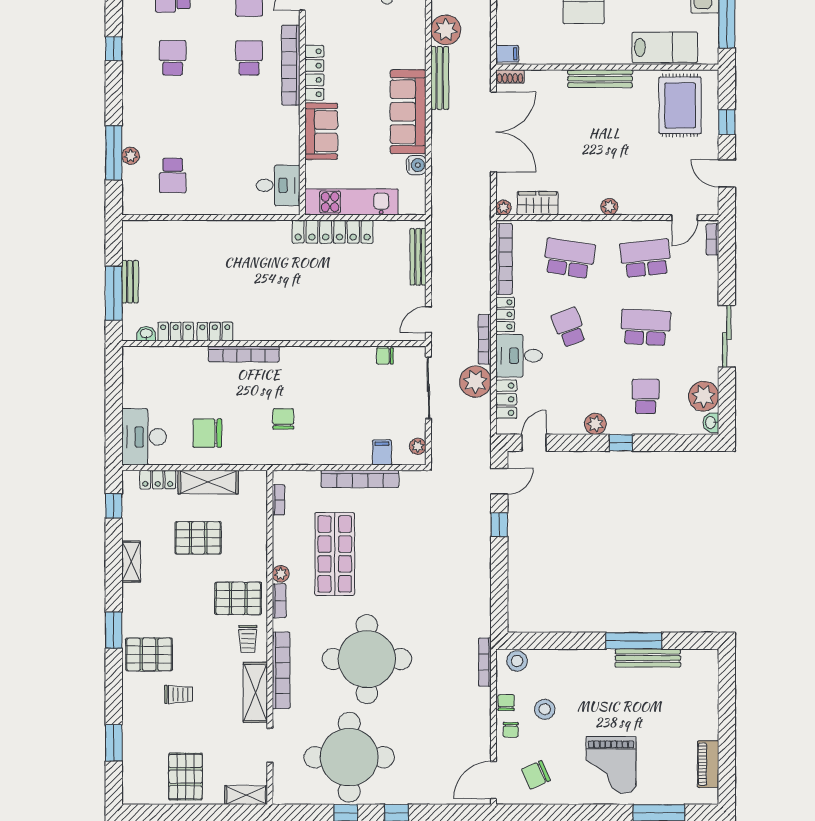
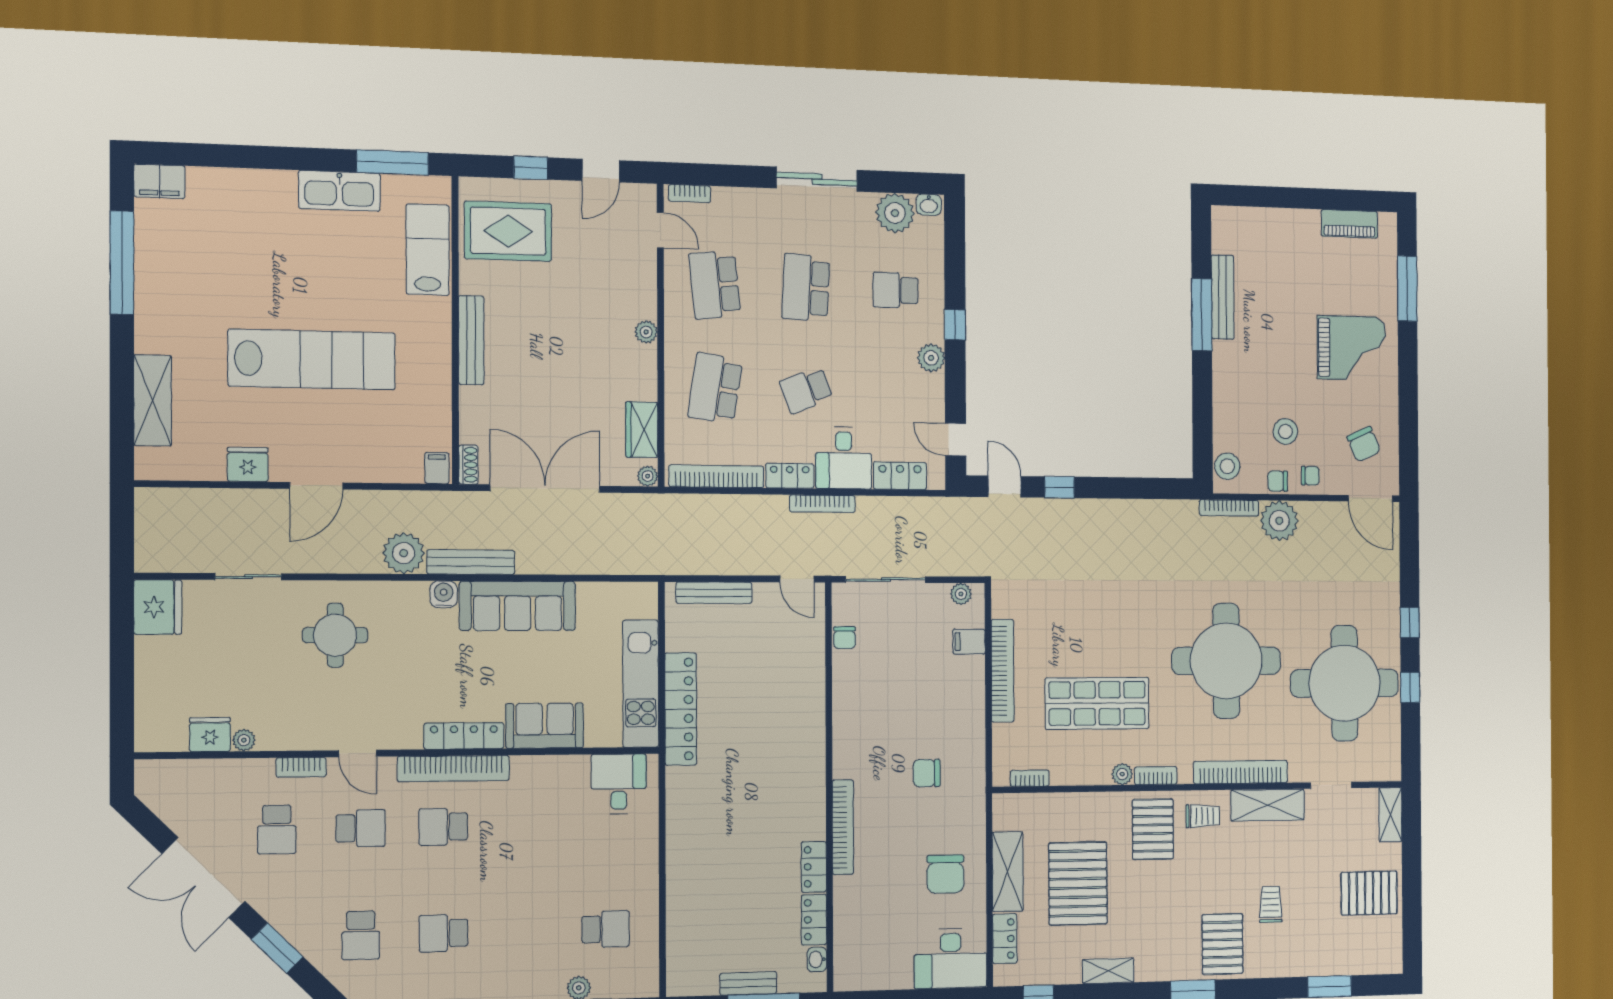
water cooler: (416, 165) -> (444, 594), moved
plant: (475, 382) -> (1279, 521), moved
pallet: (198, 538) -> (1078, 883), width x1.37, depth x1.41

